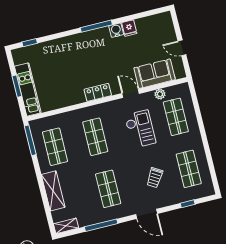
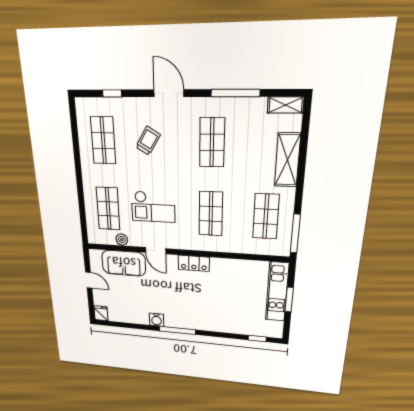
fridge: (129, 28) -> (101, 313), moved
checkout: (140, 129) -> (153, 207), turned -90

